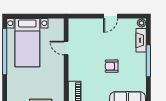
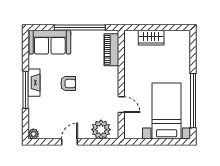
plant: (83, 27) -> (101, 130), added
fireplace: (141, 40) -> (34, 83), moved

